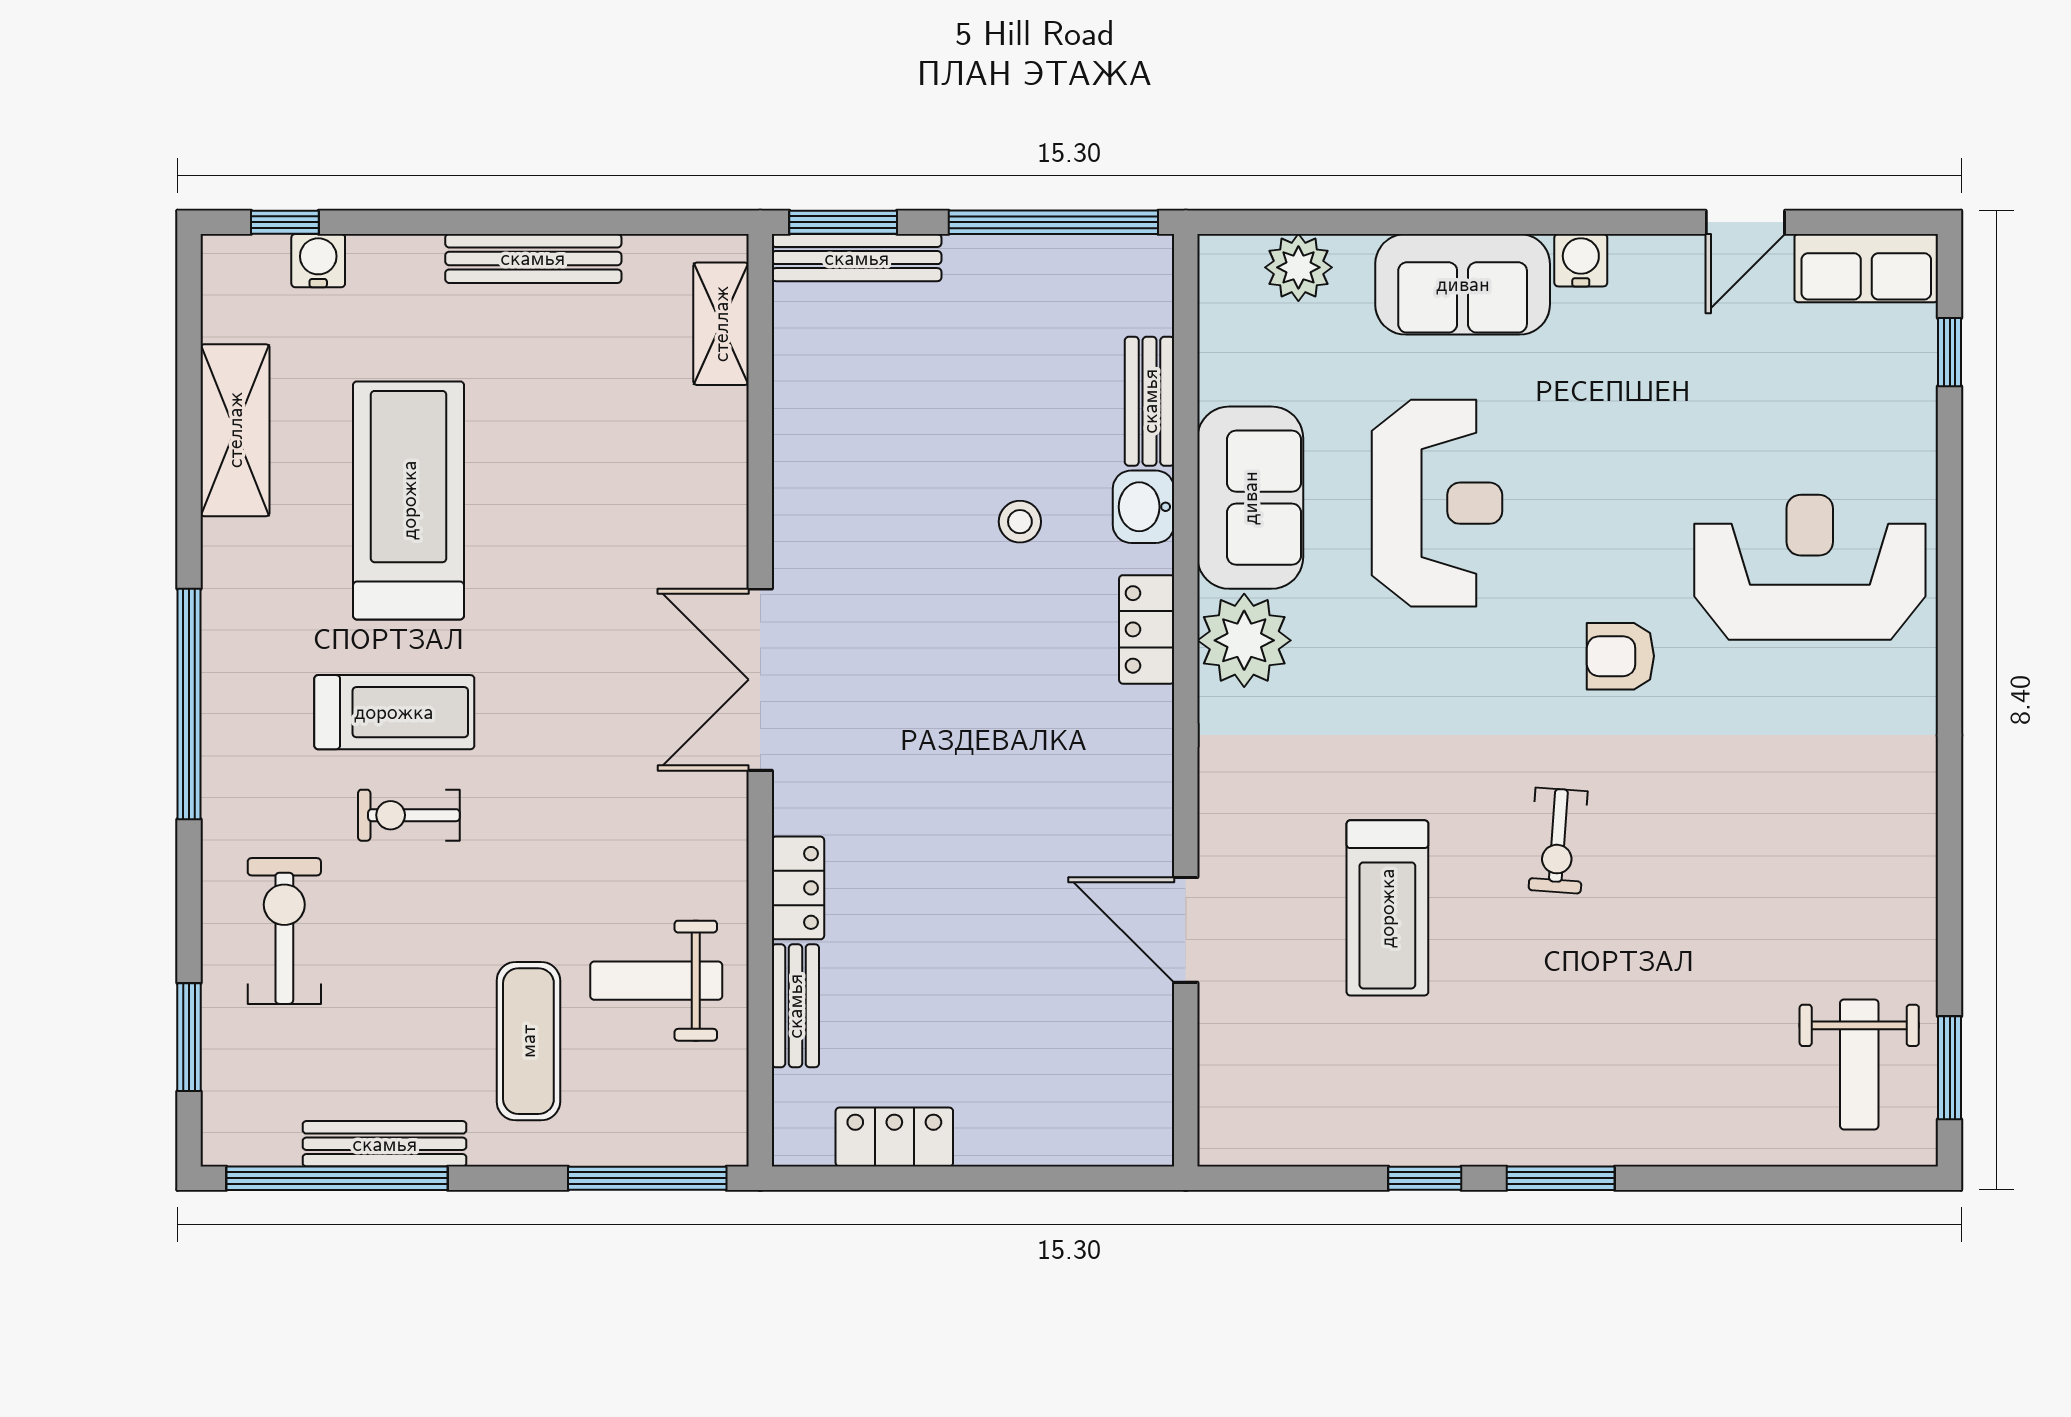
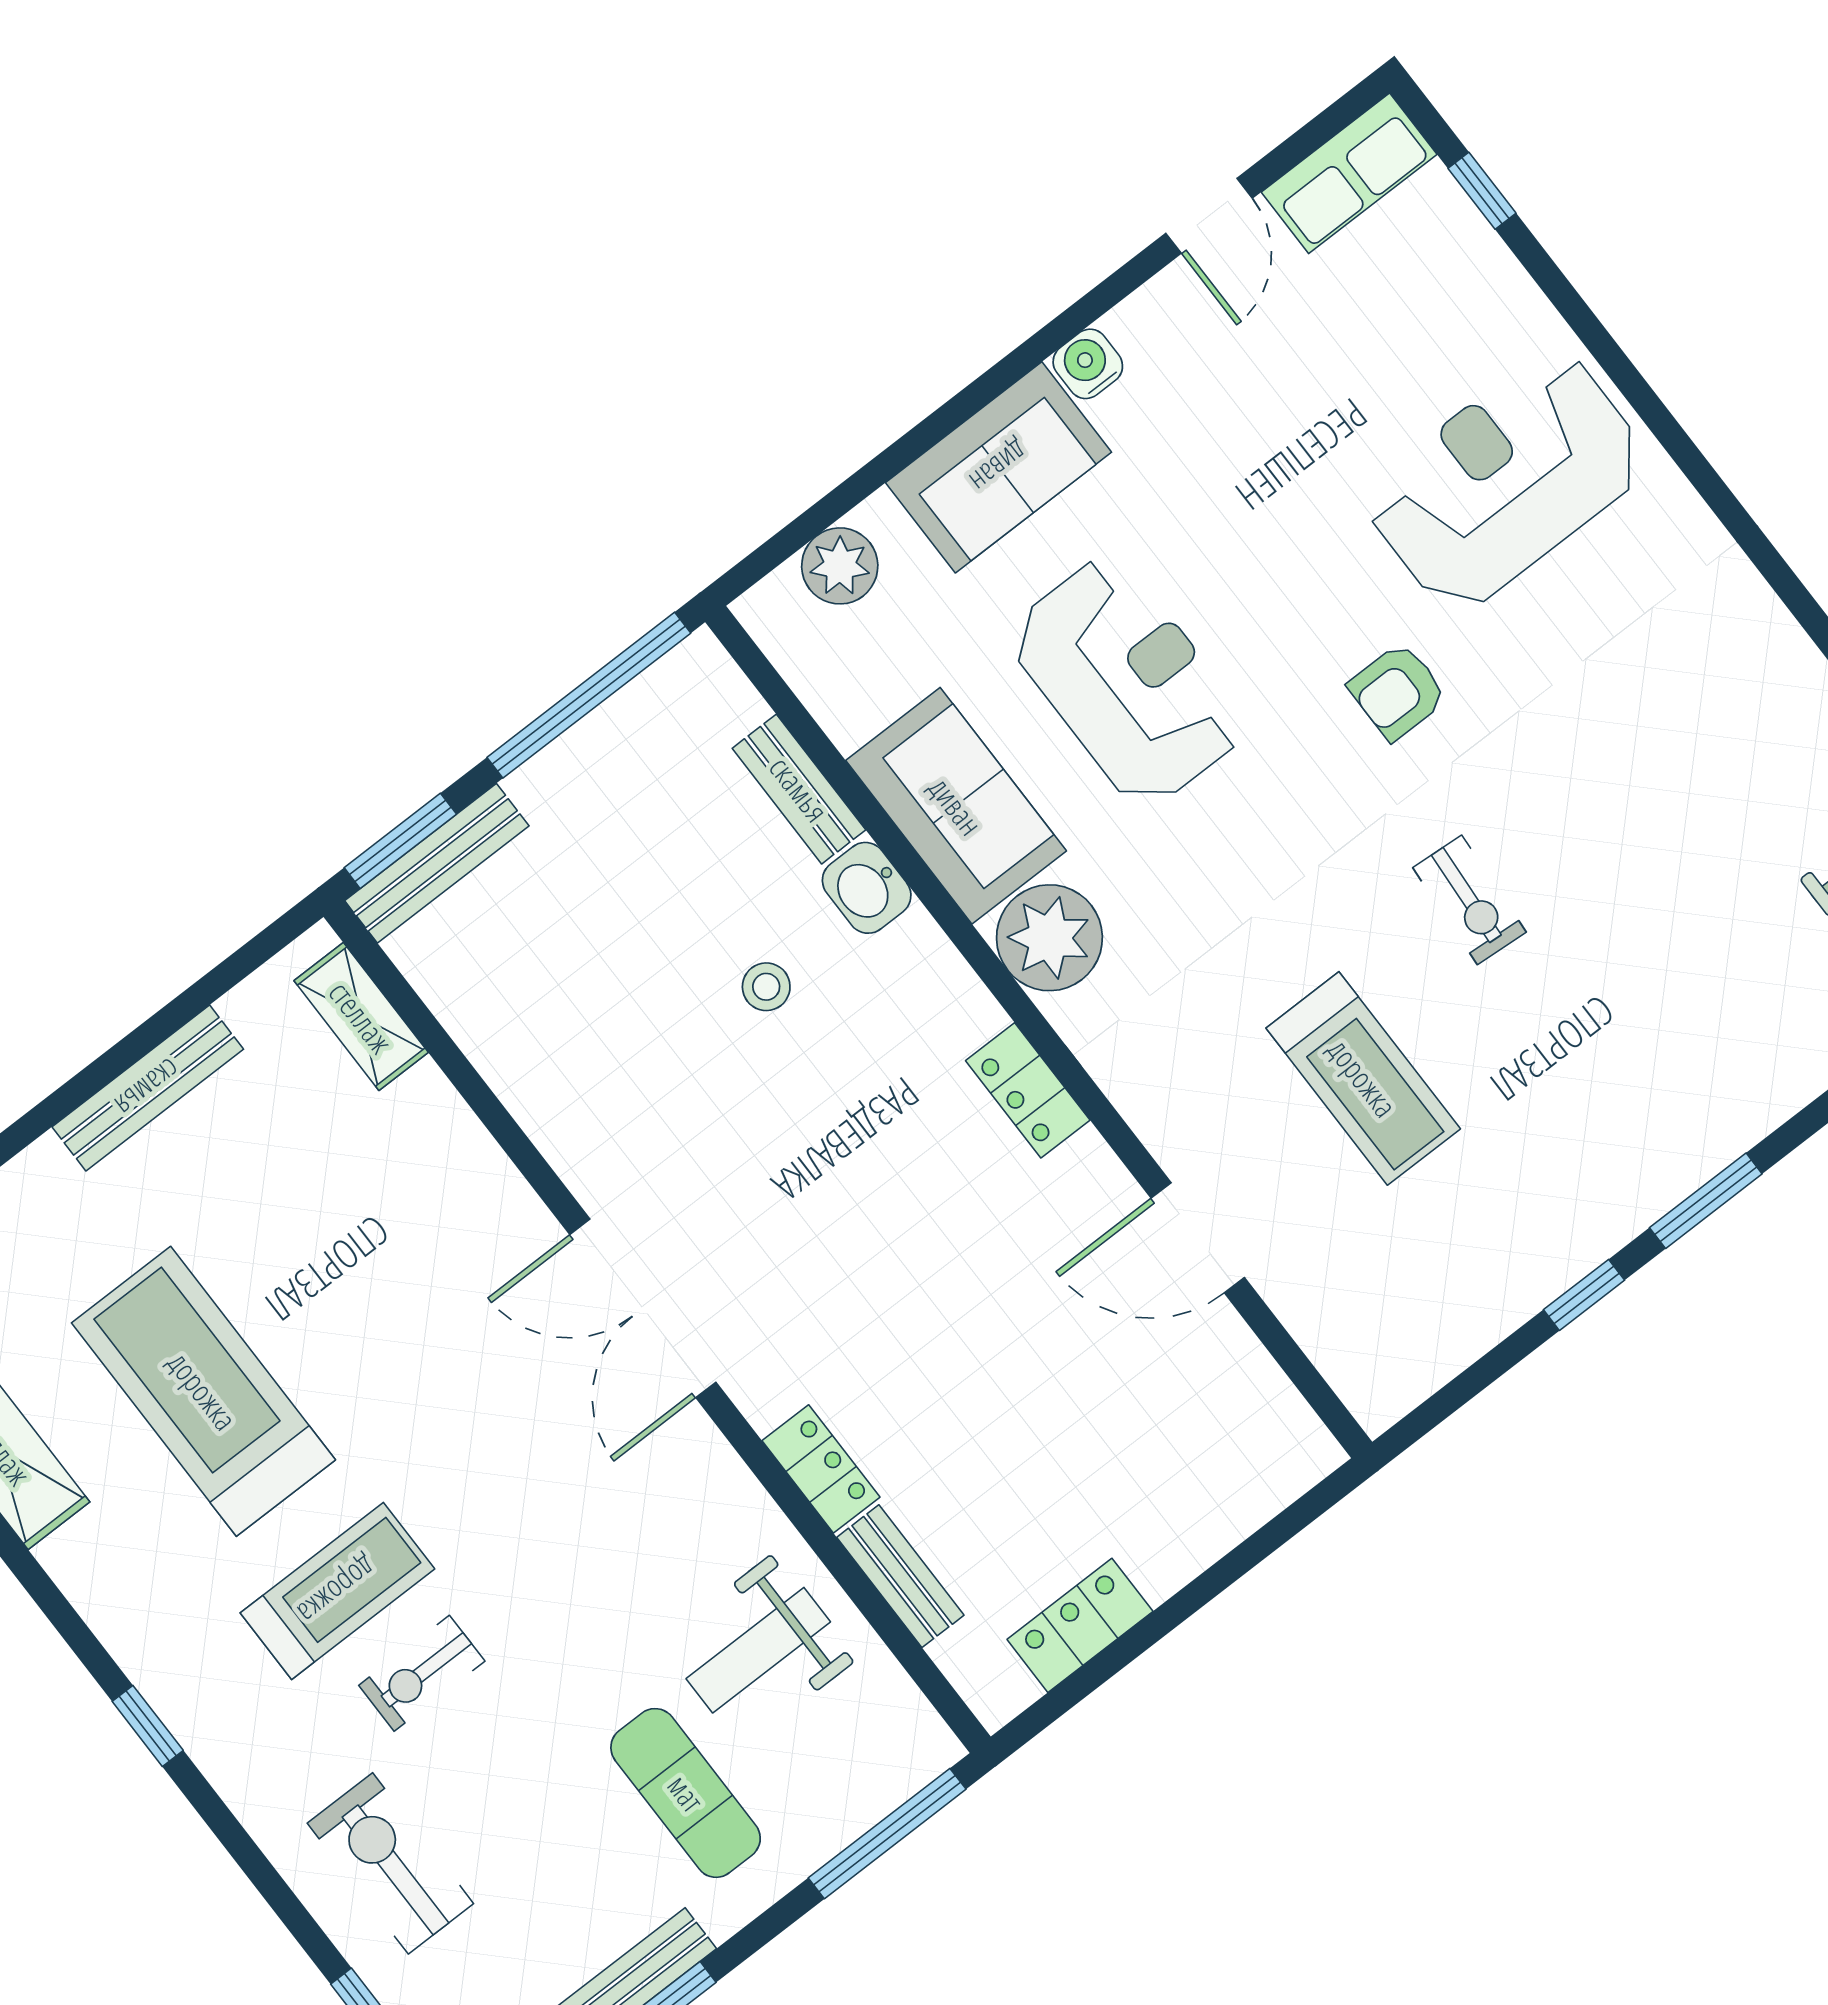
locker: (1147, 629) -> (1028, 1090), moved
window: (189, 704) -> (148, 1726), width x0.32

